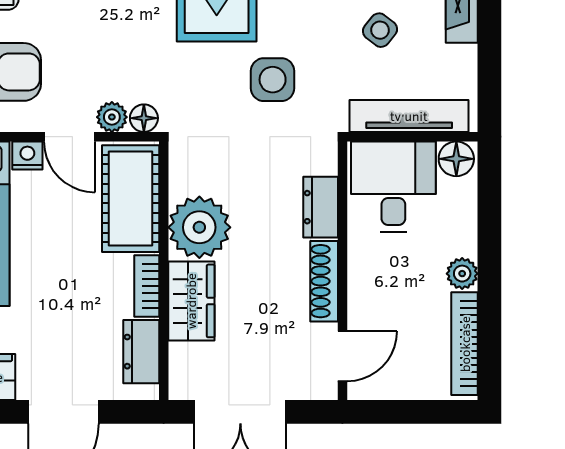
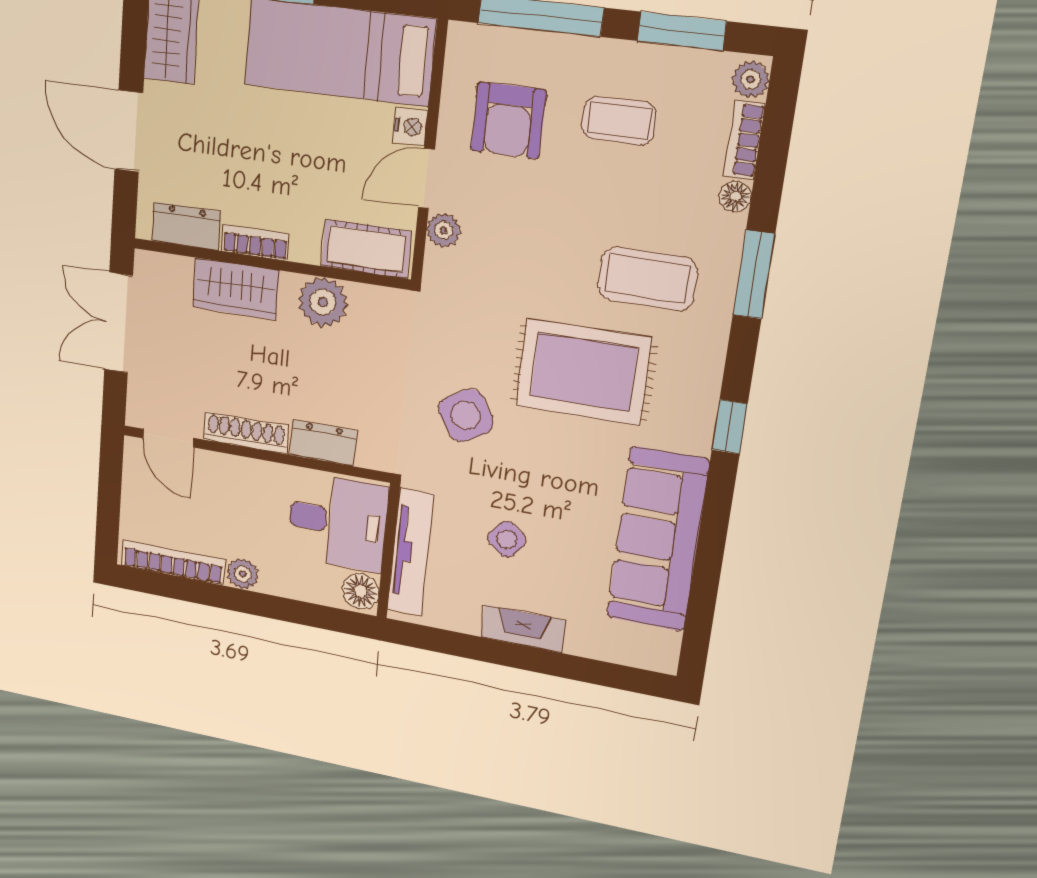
side table: (273, 80) -> (466, 415), turned -31
floor lamp: (144, 118) -> (439, 266), removed
cot: (131, 199) -> (366, 249), width x0.73, depth x0.75
plant: (199, 227) -> (323, 302), width x0.73, depth x0.73

